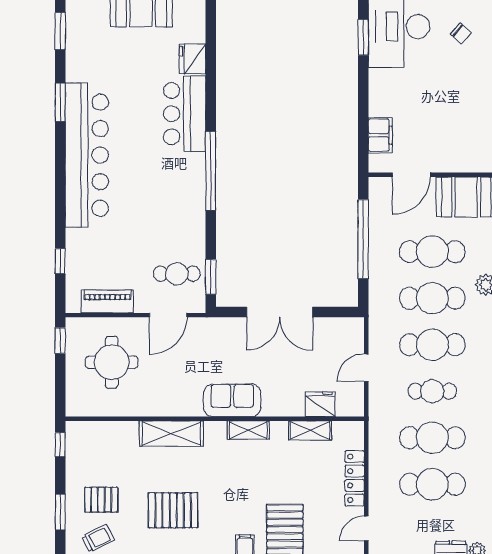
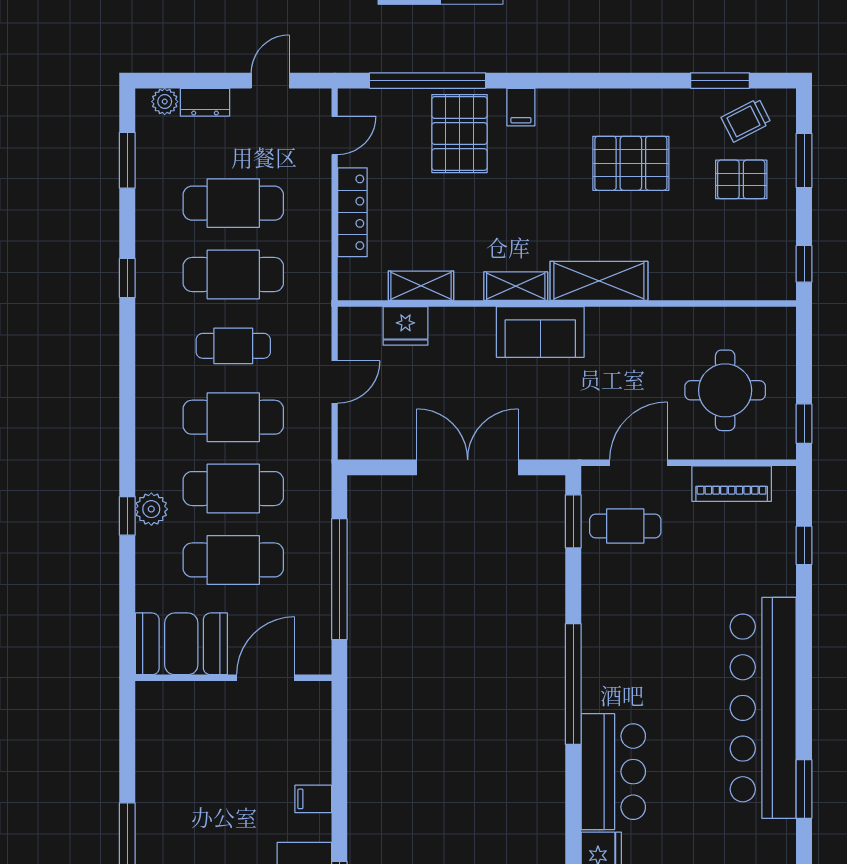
filing cabinet: (380, 135) -> (313, 799), moved, width x0.50
shelving: (171, 434) -> (599, 281), moved

